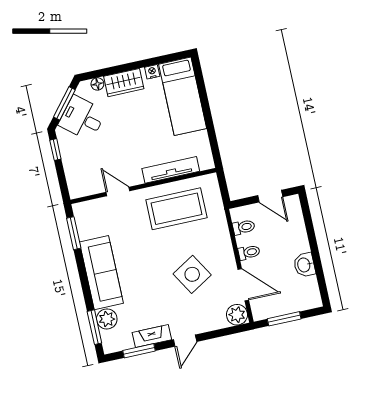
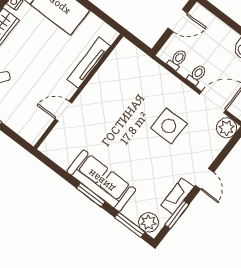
coffee table: (176, 209) -> (117, 88), removed
window: (74, 233) -> (91, 195), moved
side table: (192, 274) -> (169, 126), turned 31
plant: (107, 319) -> (148, 222), moved

